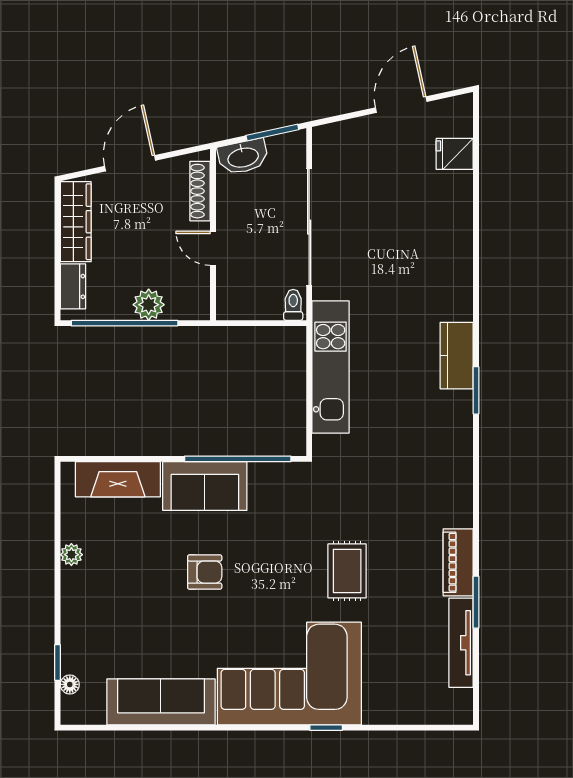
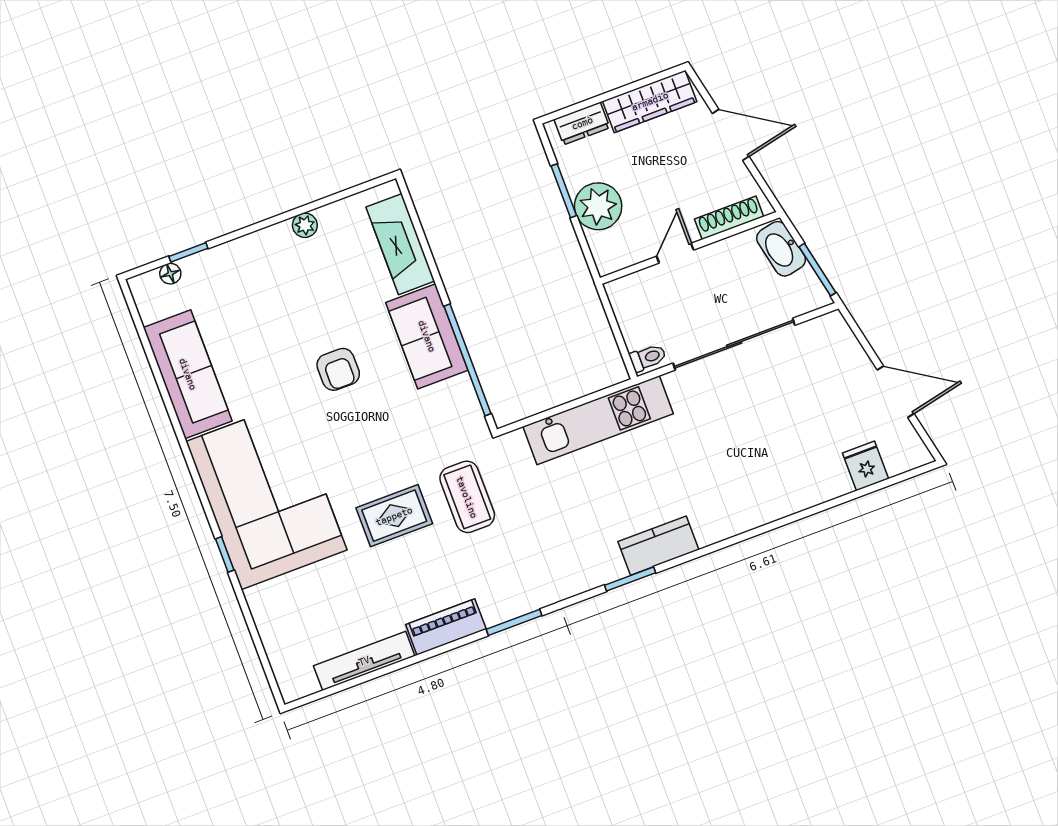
plant: (149, 305) -> (598, 206), width x1.36, depth x1.36
window: (125, 323) -> (564, 191), width x0.47
coffee table: (354, 503) -> (467, 497), added
window: (476, 602) -> (514, 622), moved

